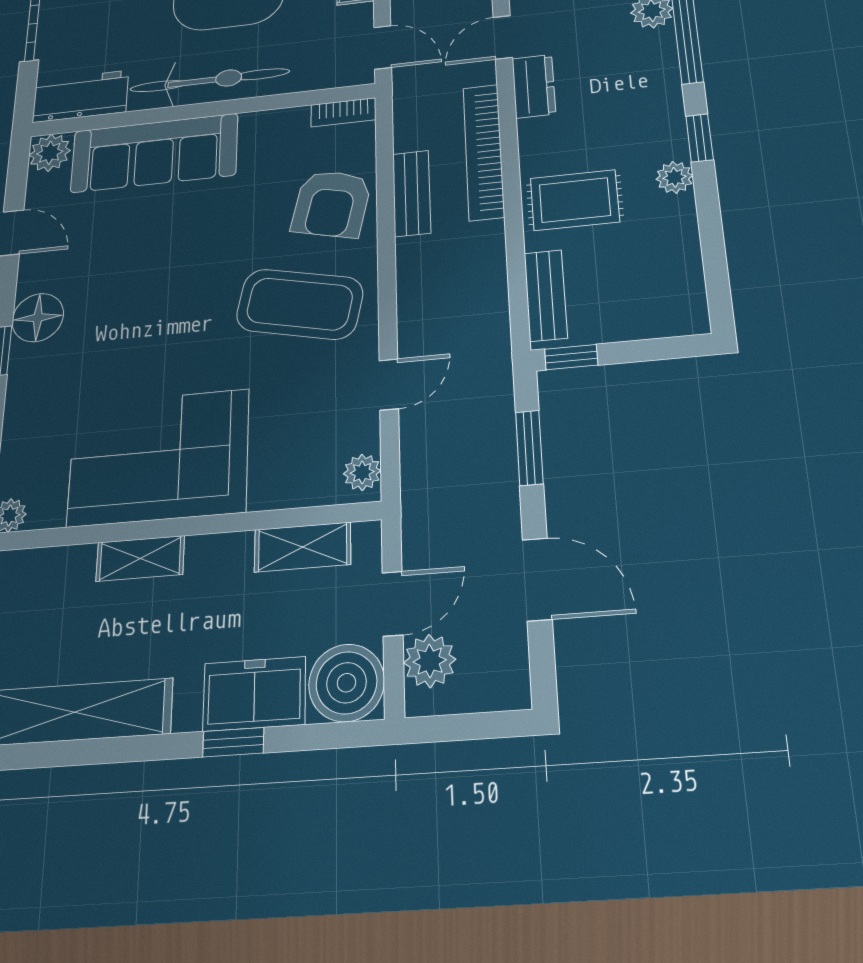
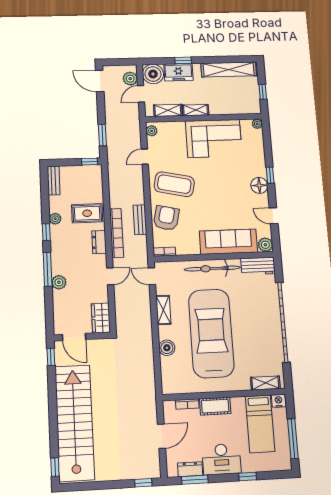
dresser: (534, 86) -> (99, 242), moved
bench: (546, 295) -> (54, 180), moved
shelving: (140, 558) -> (196, 110), moved
door: (537, 579) -> (100, 81), moved

